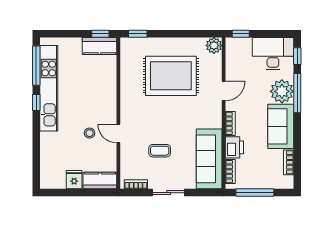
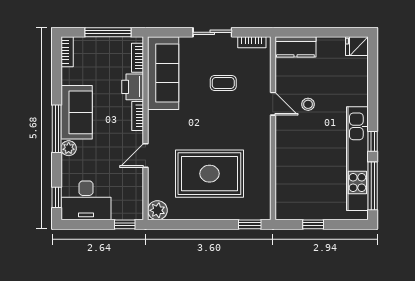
window: (100, 34) -> (313, 224), moved
kitchen counter: (100, 46) -> (296, 210), removed
plant: (282, 91) -> (69, 148), width x0.53, depth x0.53
window: (297, 93) -> (57, 129), moved
bookcase: (289, 162) -> (67, 52), moved
fridge: (74, 180) -> (357, 46), moved, turned 90

